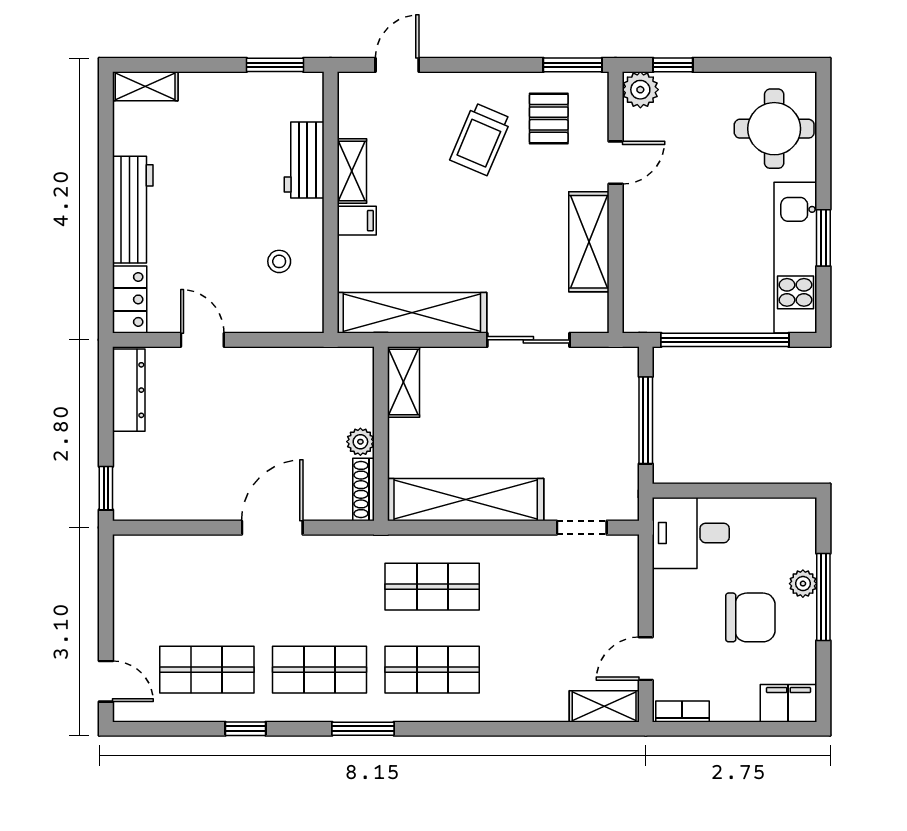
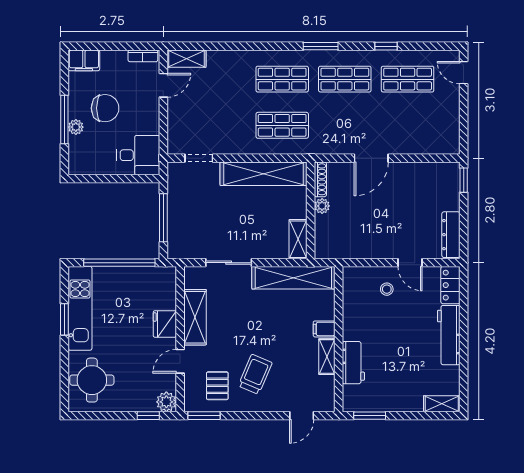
fridge: (643, 230) -> (165, 324), added
stool: (279, 261) -> (387, 289), moved
chair: (750, 617) -> (105, 108), turned 180

